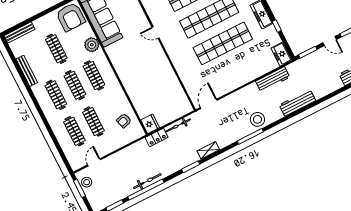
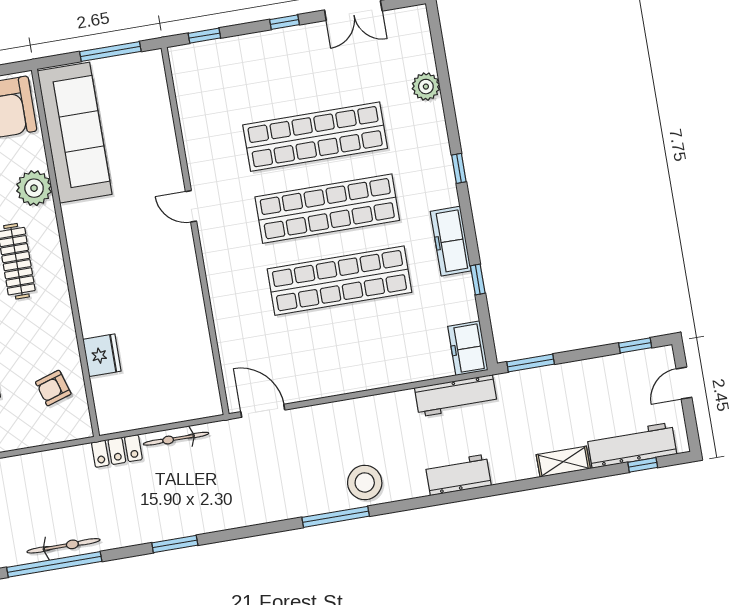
door: (330, 41) -> (590, 353), removed
workbench: (273, 79) -> (456, 396), moved
workbench: (297, 103) -> (458, 475), width x0.73
door: (209, 104) -> (263, 411), hinge flipped
fridge: (150, 124) -> (102, 355), moved
shelving: (208, 150) -> (563, 462), moved

